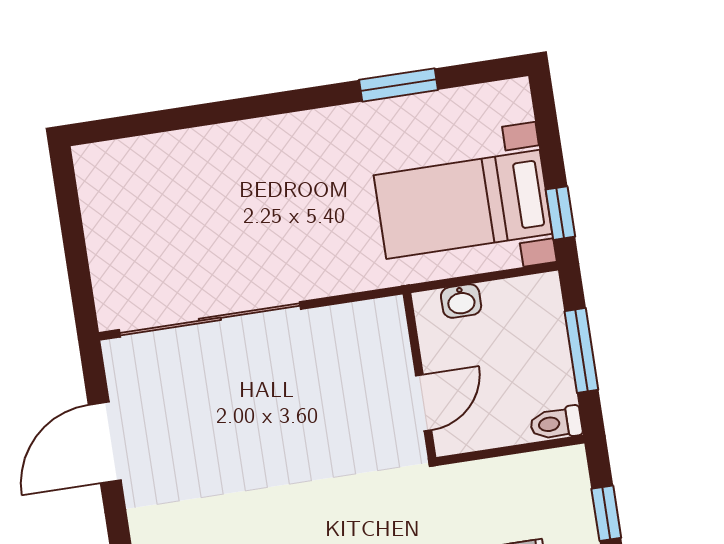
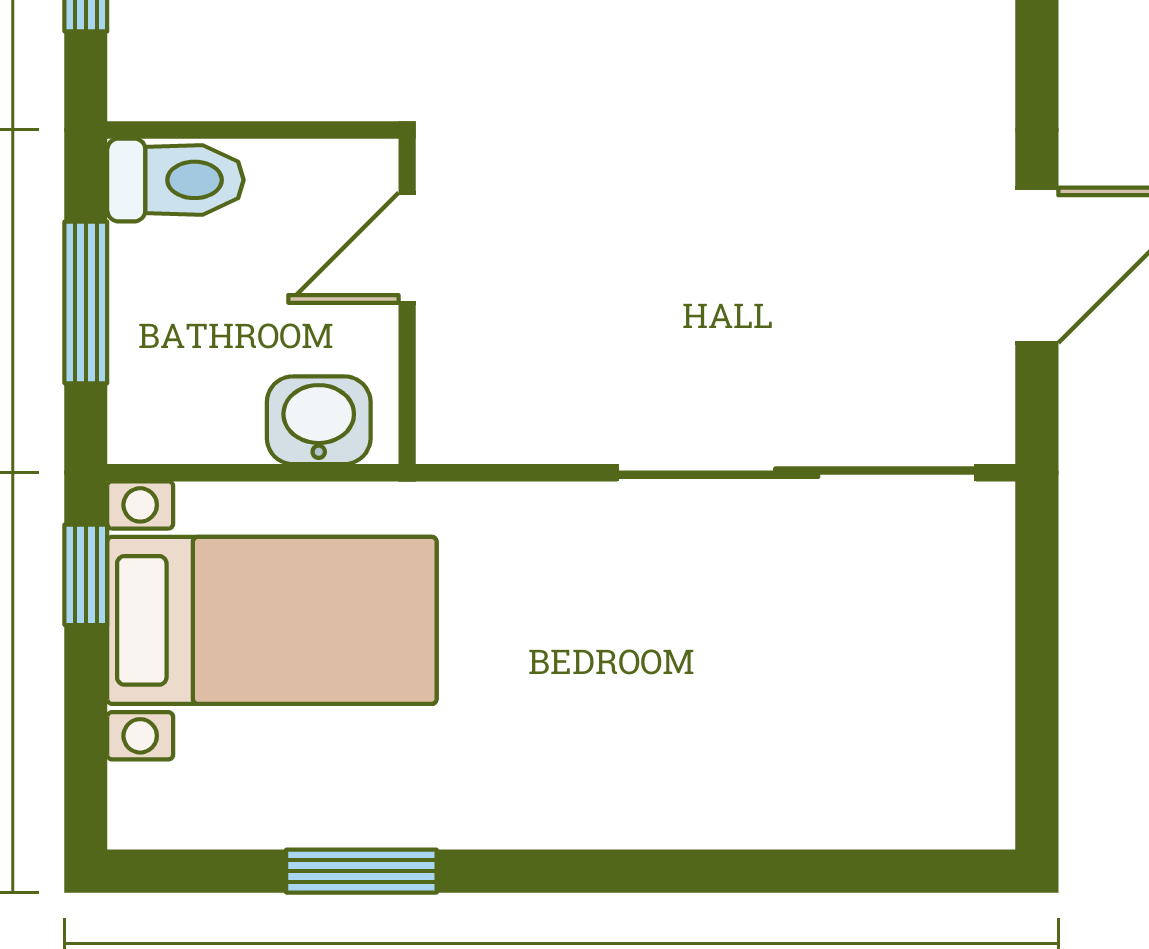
washbasin: (461, 301) -> (319, 420), width x1.38, depth x1.45
toilet: (556, 423) -> (175, 180), width x1.37, depth x1.39

